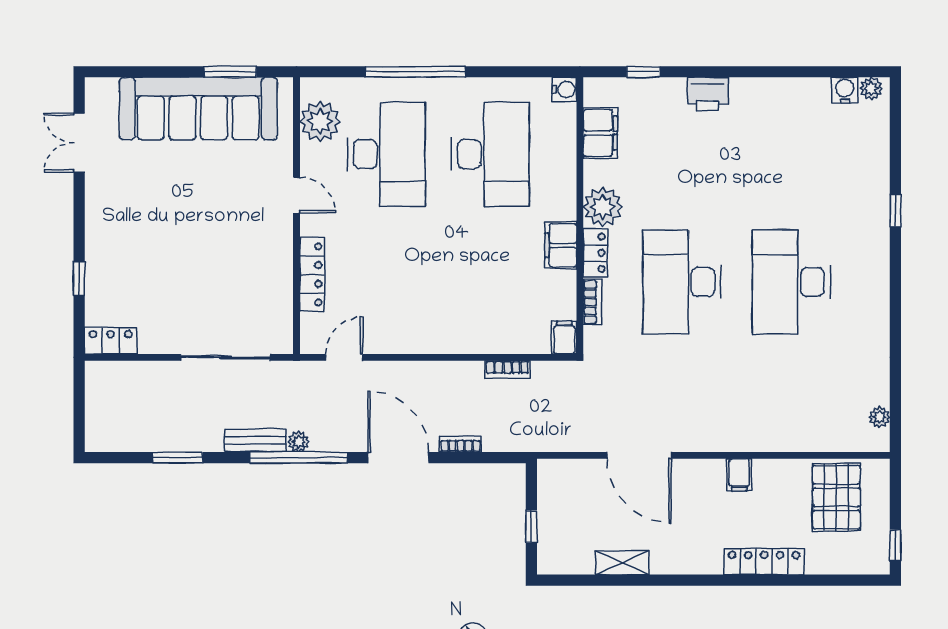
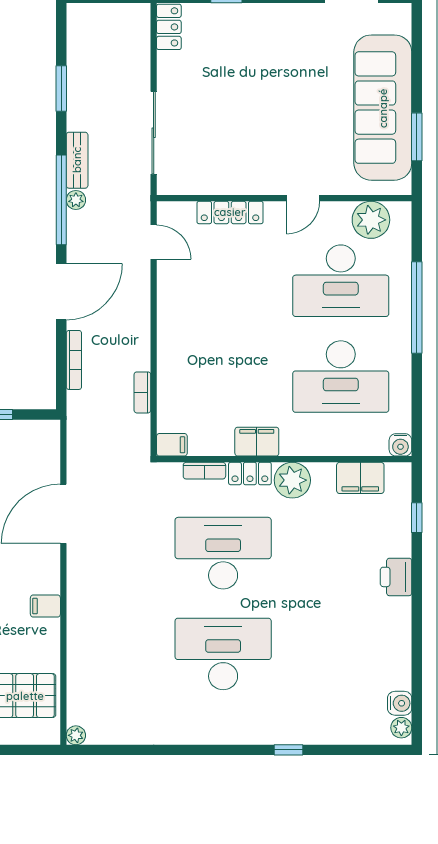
plant: (880, 417) -> (76, 735), moved
bookcase: (461, 444) -> (74, 360), width x1.56

